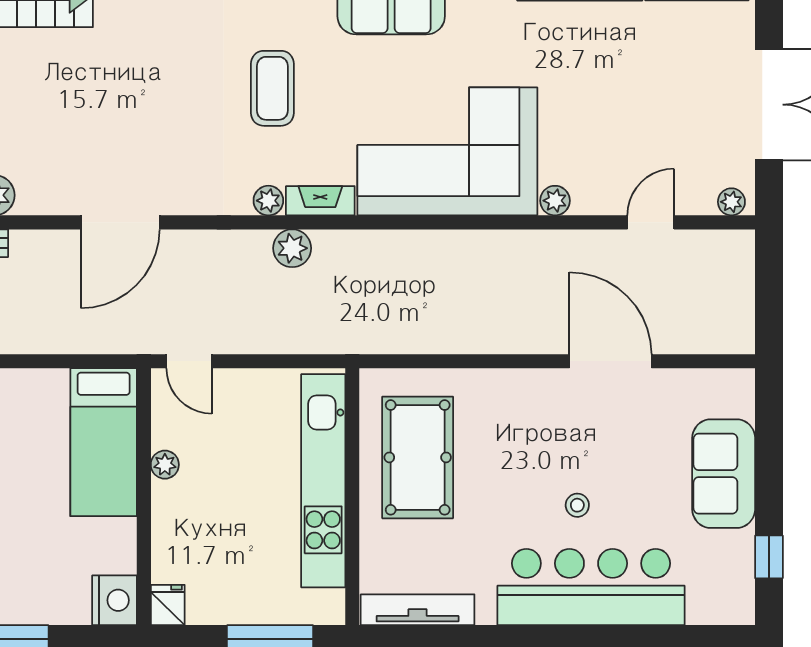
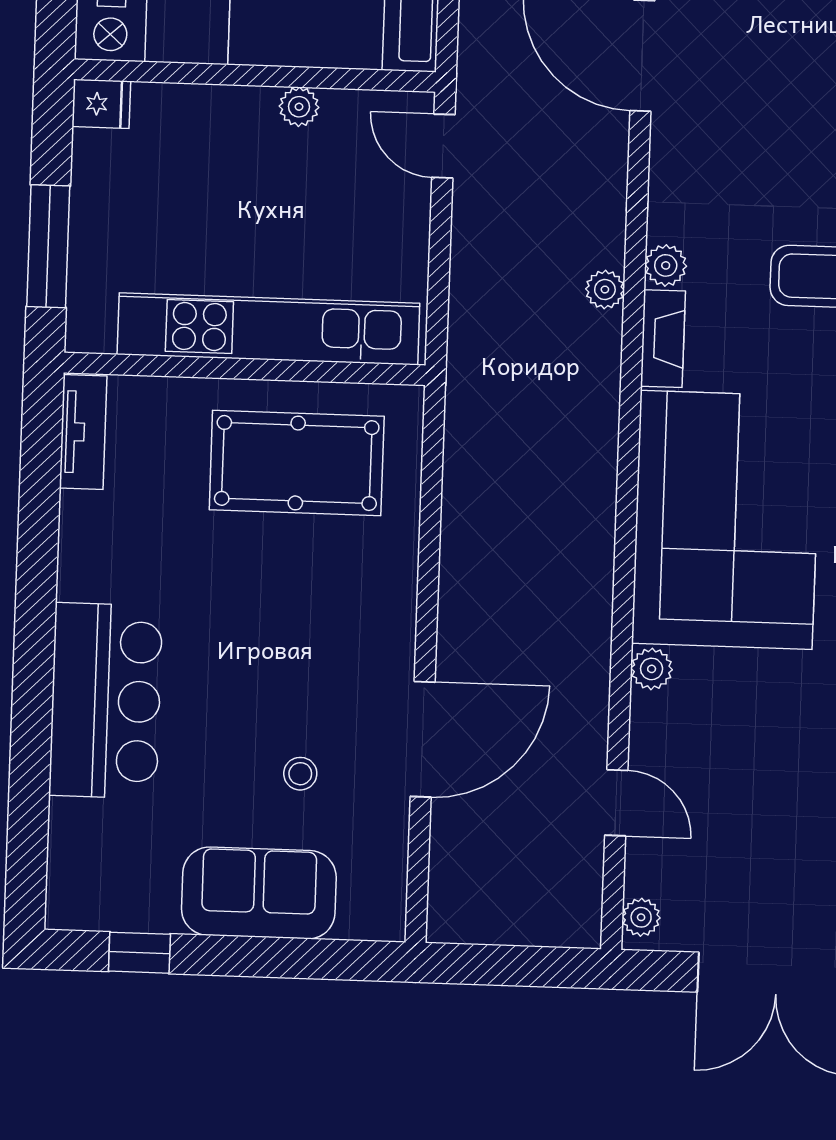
plant: (292, 248) -> (605, 290), width x0.73, depth x0.73
door: (189, 361) -> (443, 146), hinge flipped
stool: (577, 505) -> (300, 774), moved
bar counter: (591, 587) -> (106, 701), width x0.73
tv unit: (418, 610) -> (83, 432), width x0.71

